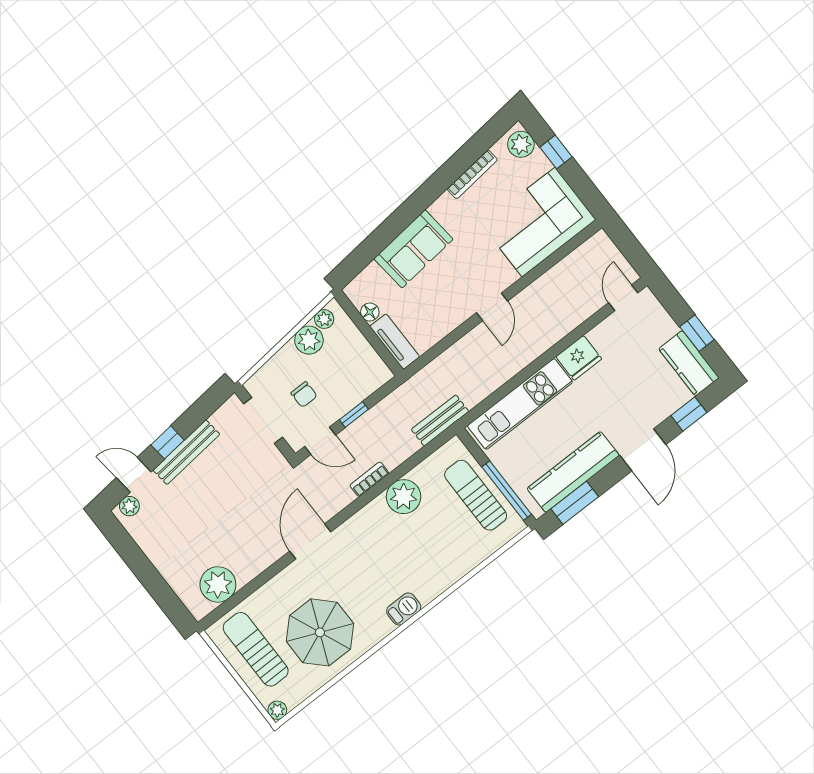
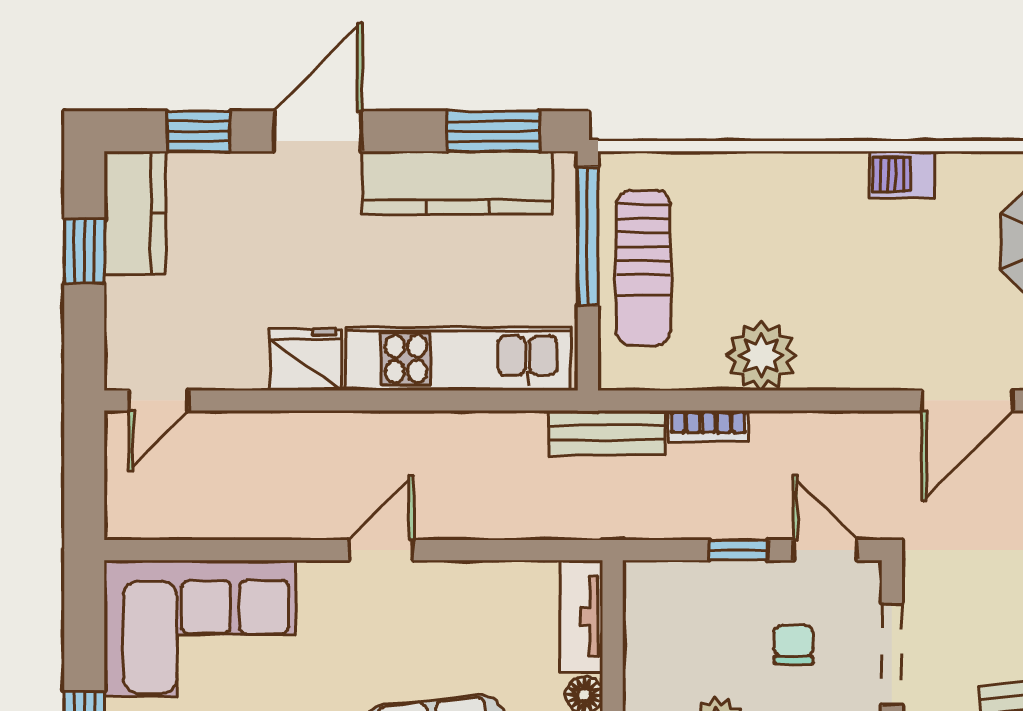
bookcase: (369, 479) -> (708, 426), moved

